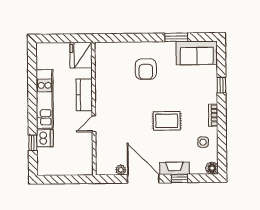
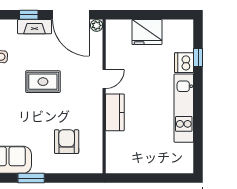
fridge: (81, 55) -> (147, 32), moved, turned 90
kitchen counter: (84, 95) -> (115, 112), moved
wall: (94, 109) -> (104, 96), moved
door: (94, 124) -> (104, 79), moved

